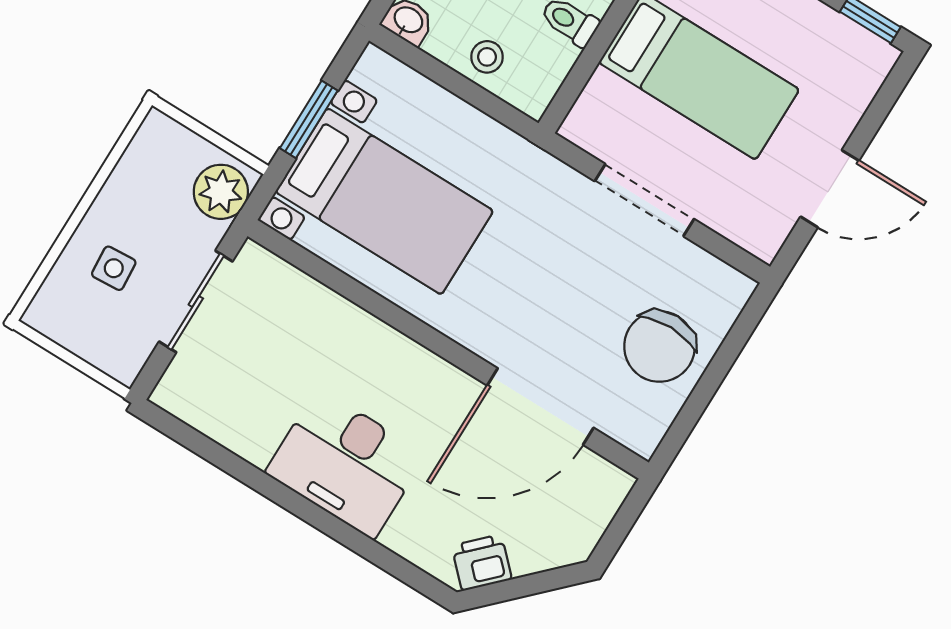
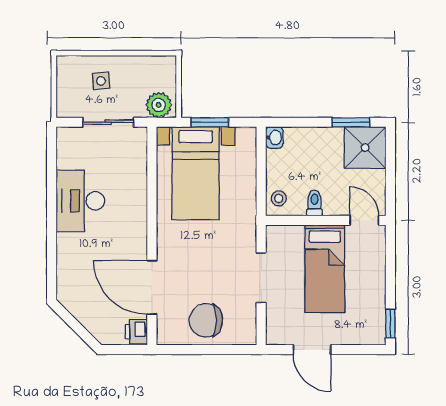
stool: (487, 57) -> (279, 198), moved
desk: (346, 464) -> (80, 201), moved
printer: (482, 562) -> (136, 332), moved, turned -135

